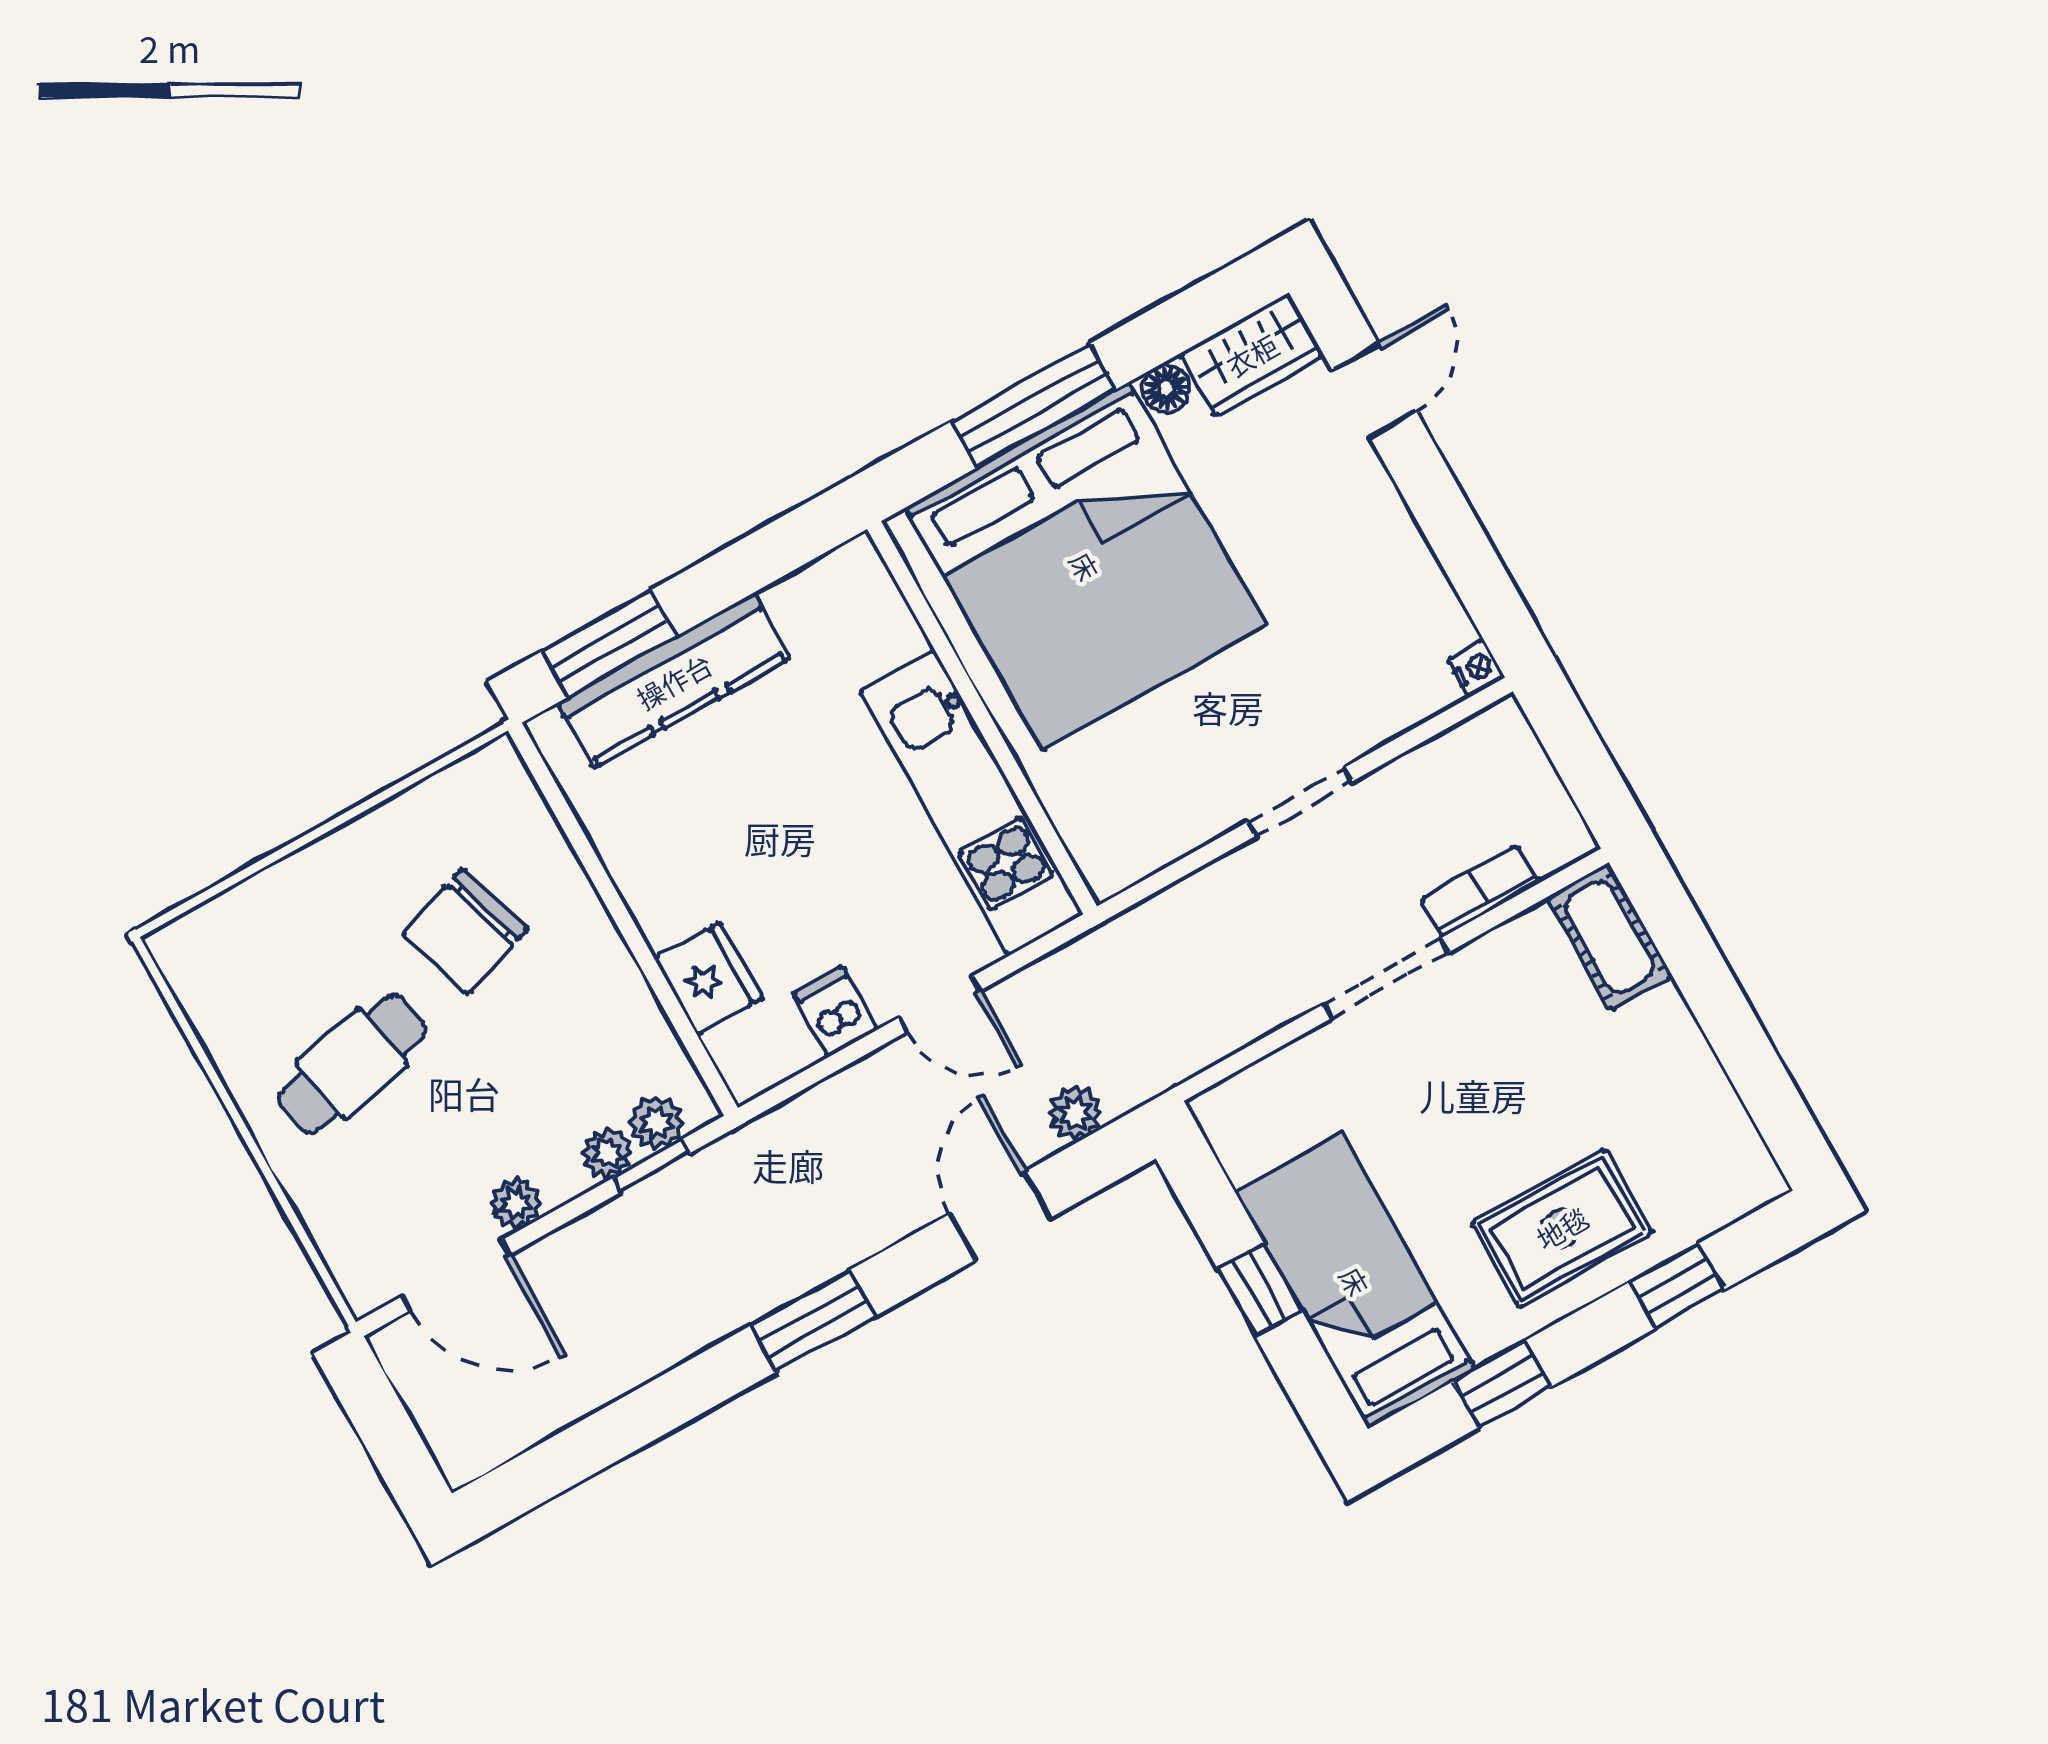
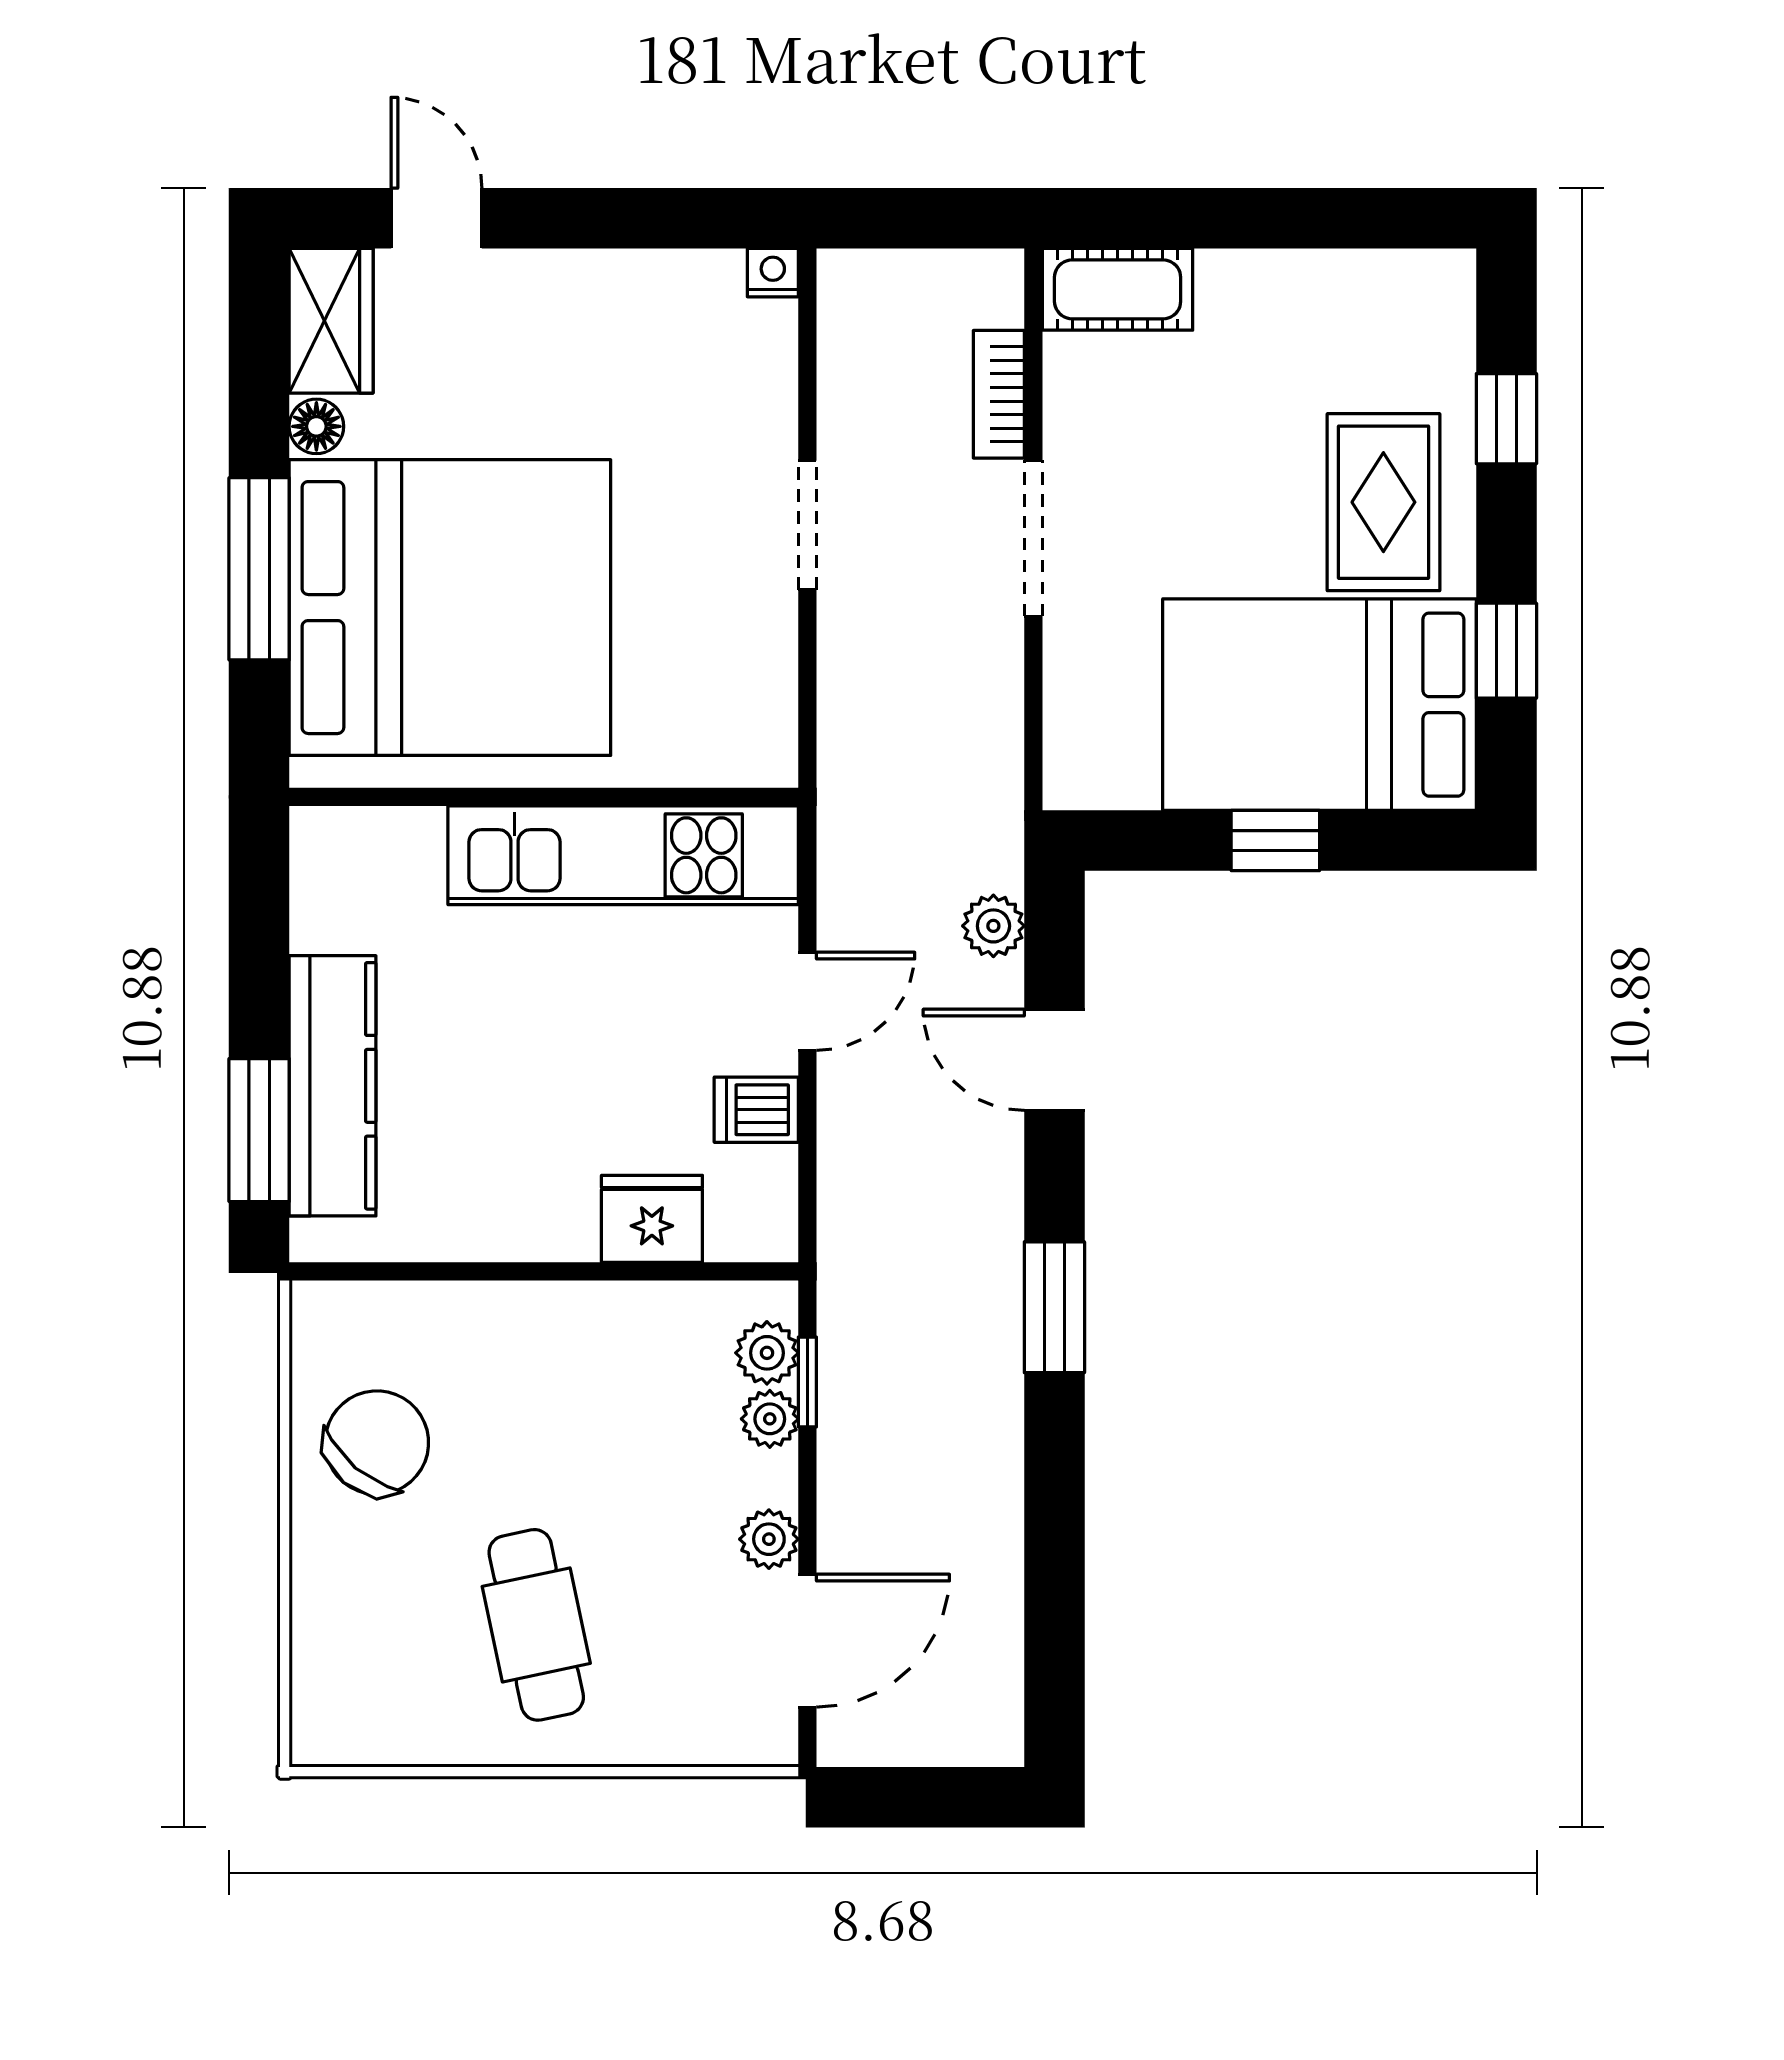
chair: (465, 932) -> (377, 1443), moved, turned -122
bed: (1355, 1281) -> (1320, 705), width x1.50

